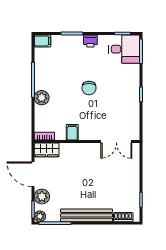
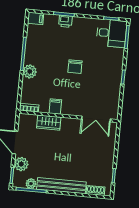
printer: (90, 41) -> (65, 21), moved
wardrobe: (47, 150) -> (49, 123), moved
plant: (40, 216) -> (31, 184), moved

